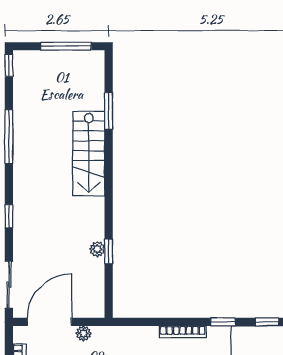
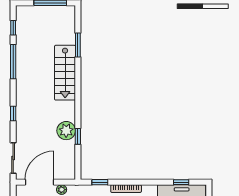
window: (9, 65) -> (13, 28), moved
plant: (97, 249) -> (66, 131), width x1.88, depth x1.88
window: (223, 322) -> (100, 182), moved

